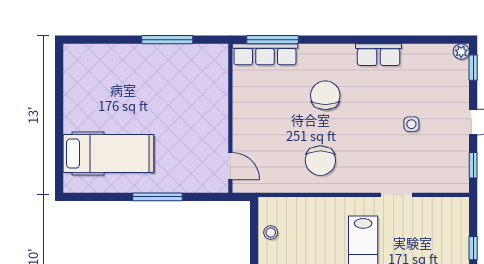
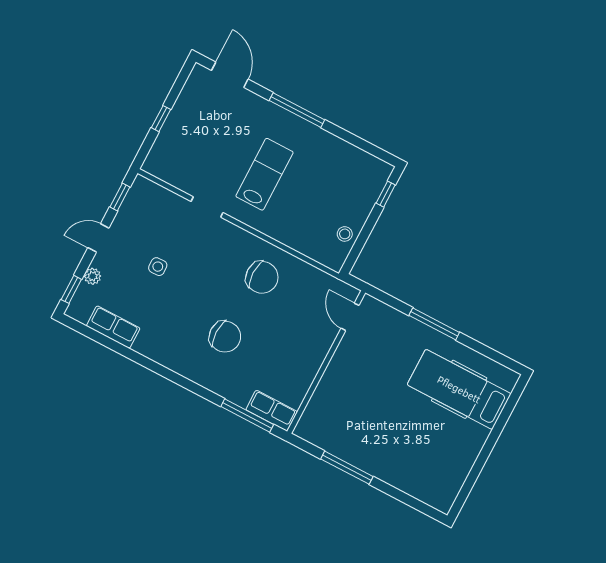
plant: (461, 52) -> (93, 276), moved
row of seats: (265, 54) -> (272, 411), width x0.68
row of seats: (379, 55) -> (113, 327), moved
chair: (325, 95) -> (225, 337), turned -90
chair: (320, 161) -> (262, 277), turned 90

